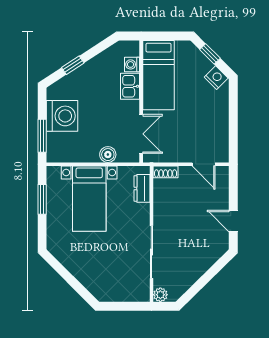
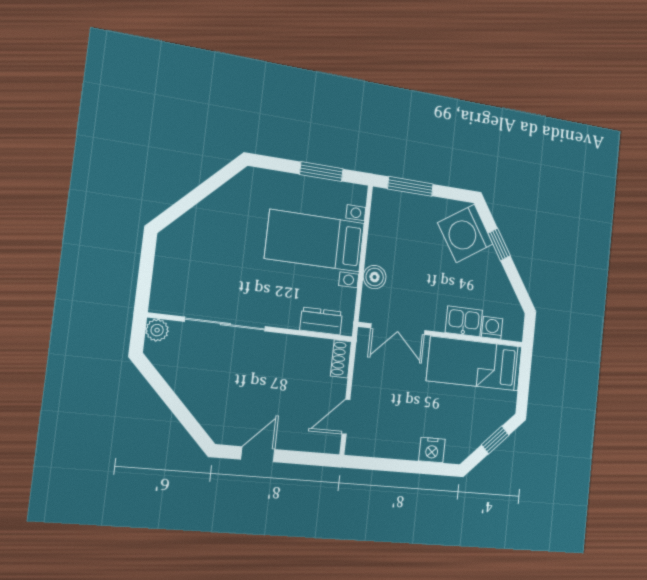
nightstand: (216, 78) -> (432, 450), moved, turned 45
washing machine: (62, 116) -> (465, 233), moved, turned 57

